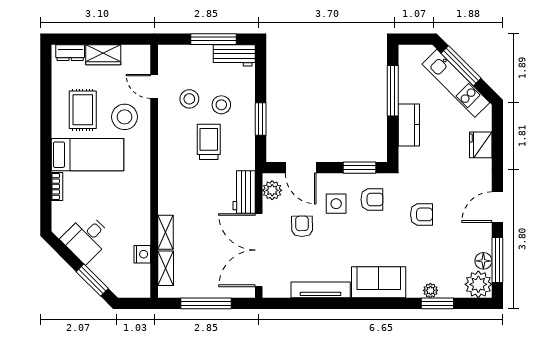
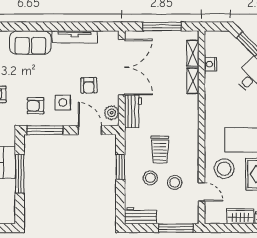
window: (214, 39) -> (176, 228), moved
window: (393, 91) -> (20, 174), moved
window: (360, 168) -> (45, 130), width x1.44

